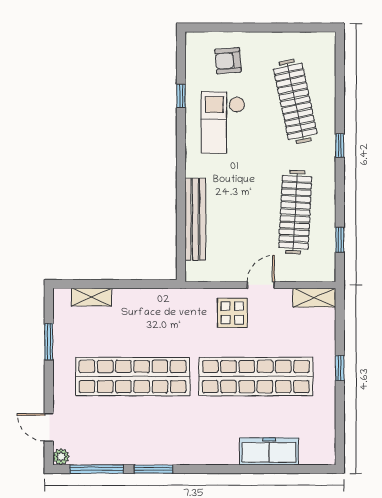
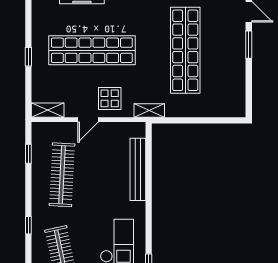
shelving: (92, 297) -> (149, 111), moved
window: (49, 342) -> (249, 45), moved
shop shelf: (133, 377) -> (185, 50), turned 90

